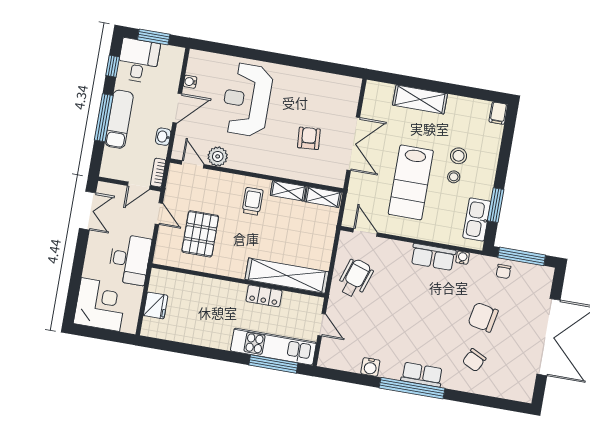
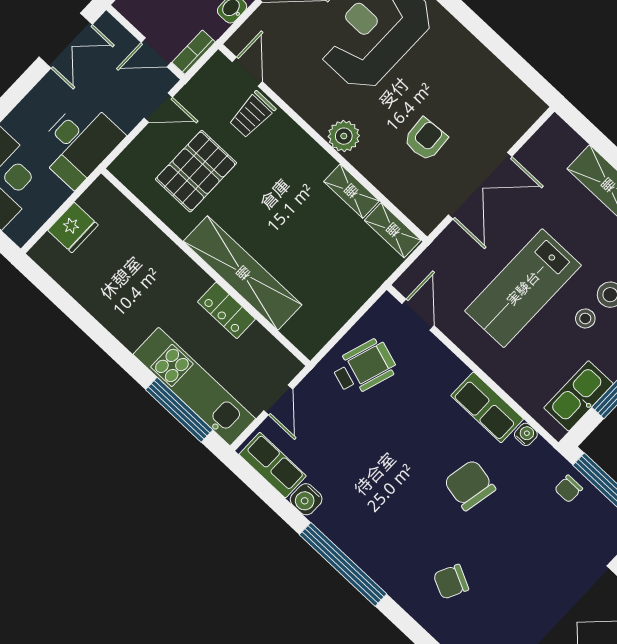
plant: (218, 156) -> (344, 136), moved
trolley: (253, 201) -> (252, 115), moved, turned 180
door: (159, 214) -> (158, 108), hinge flipped
shelving: (287, 276) -> (243, 273), moved
chair: (483, 317) -> (470, 485), moved
row of seats: (422, 375) -> (273, 465), moved

